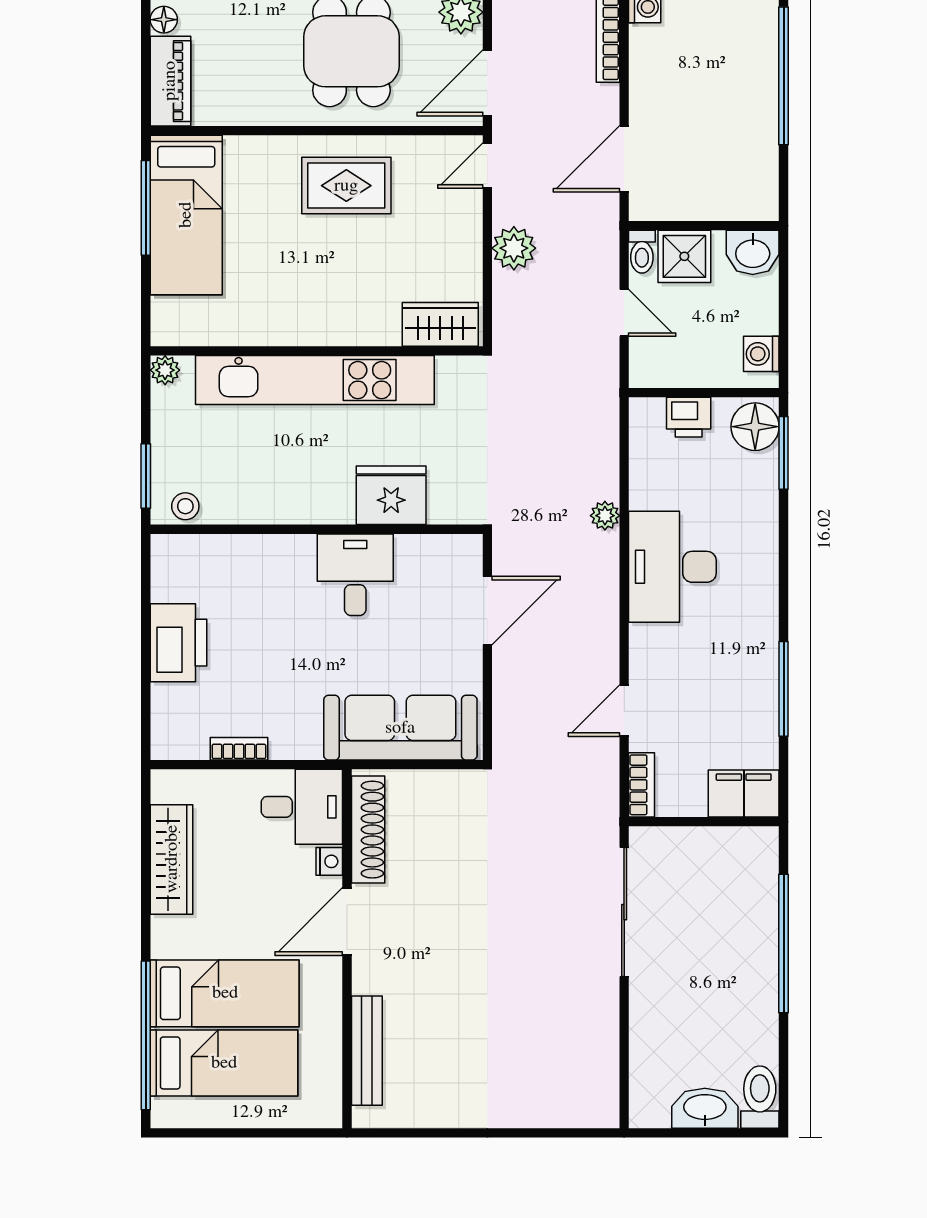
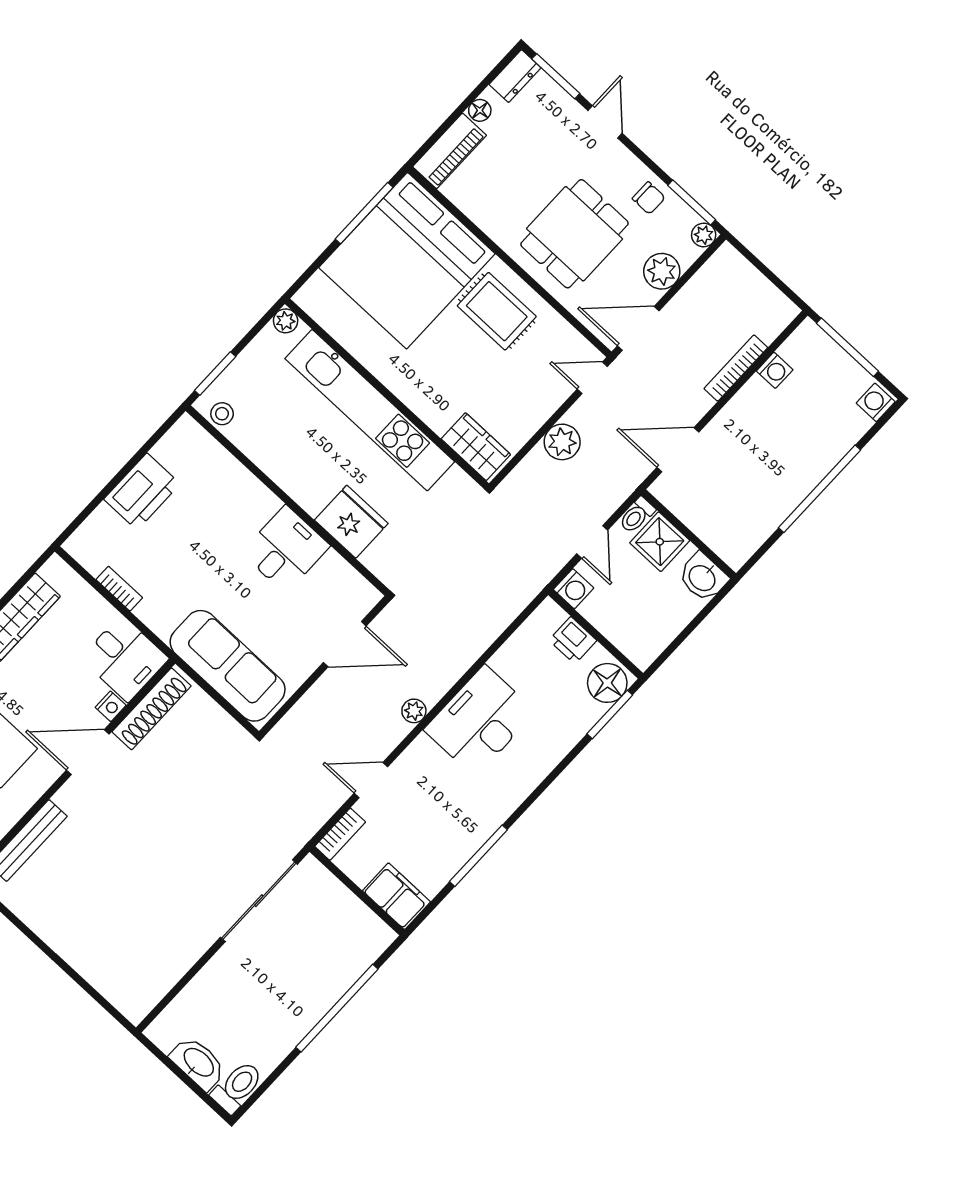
bed: (186, 215) -> (407, 261), width x2.04
washing machine: (761, 354) -> (574, 589), moved, turned 180
plant: (605, 516) -> (414, 711), moved

